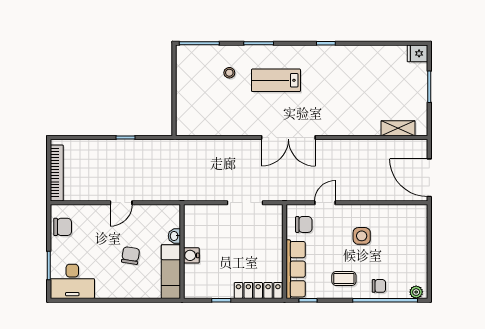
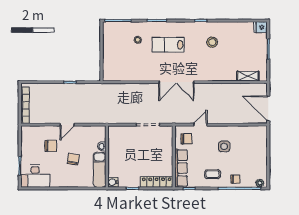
stool: (343, 76) -> (212, 42), added
chair: (63, 227) -> (51, 146), moved
water cooler: (191, 255) -> (113, 182), moved

